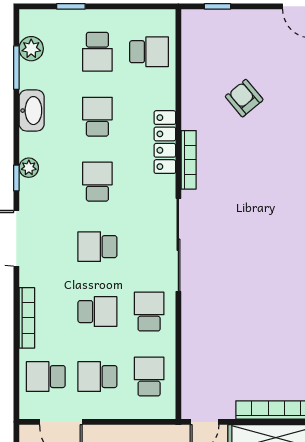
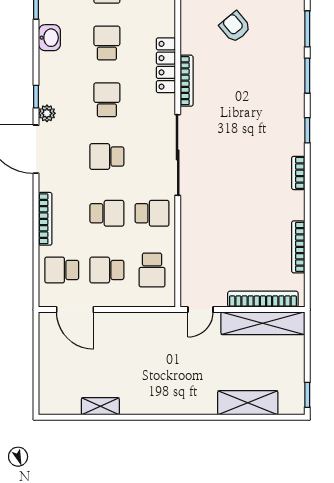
washbasin: (32, 111) -> (49, 38), width x0.72
plant: (29, 168) -> (47, 113), moved
school desk: (149, 312) -> (152, 213), turned 90
school desk: (149, 377) -> (152, 270), turned 180

